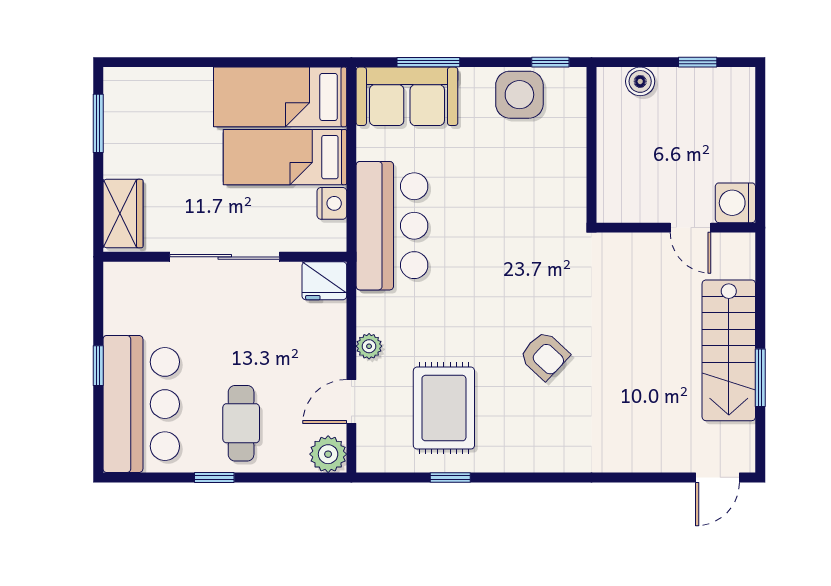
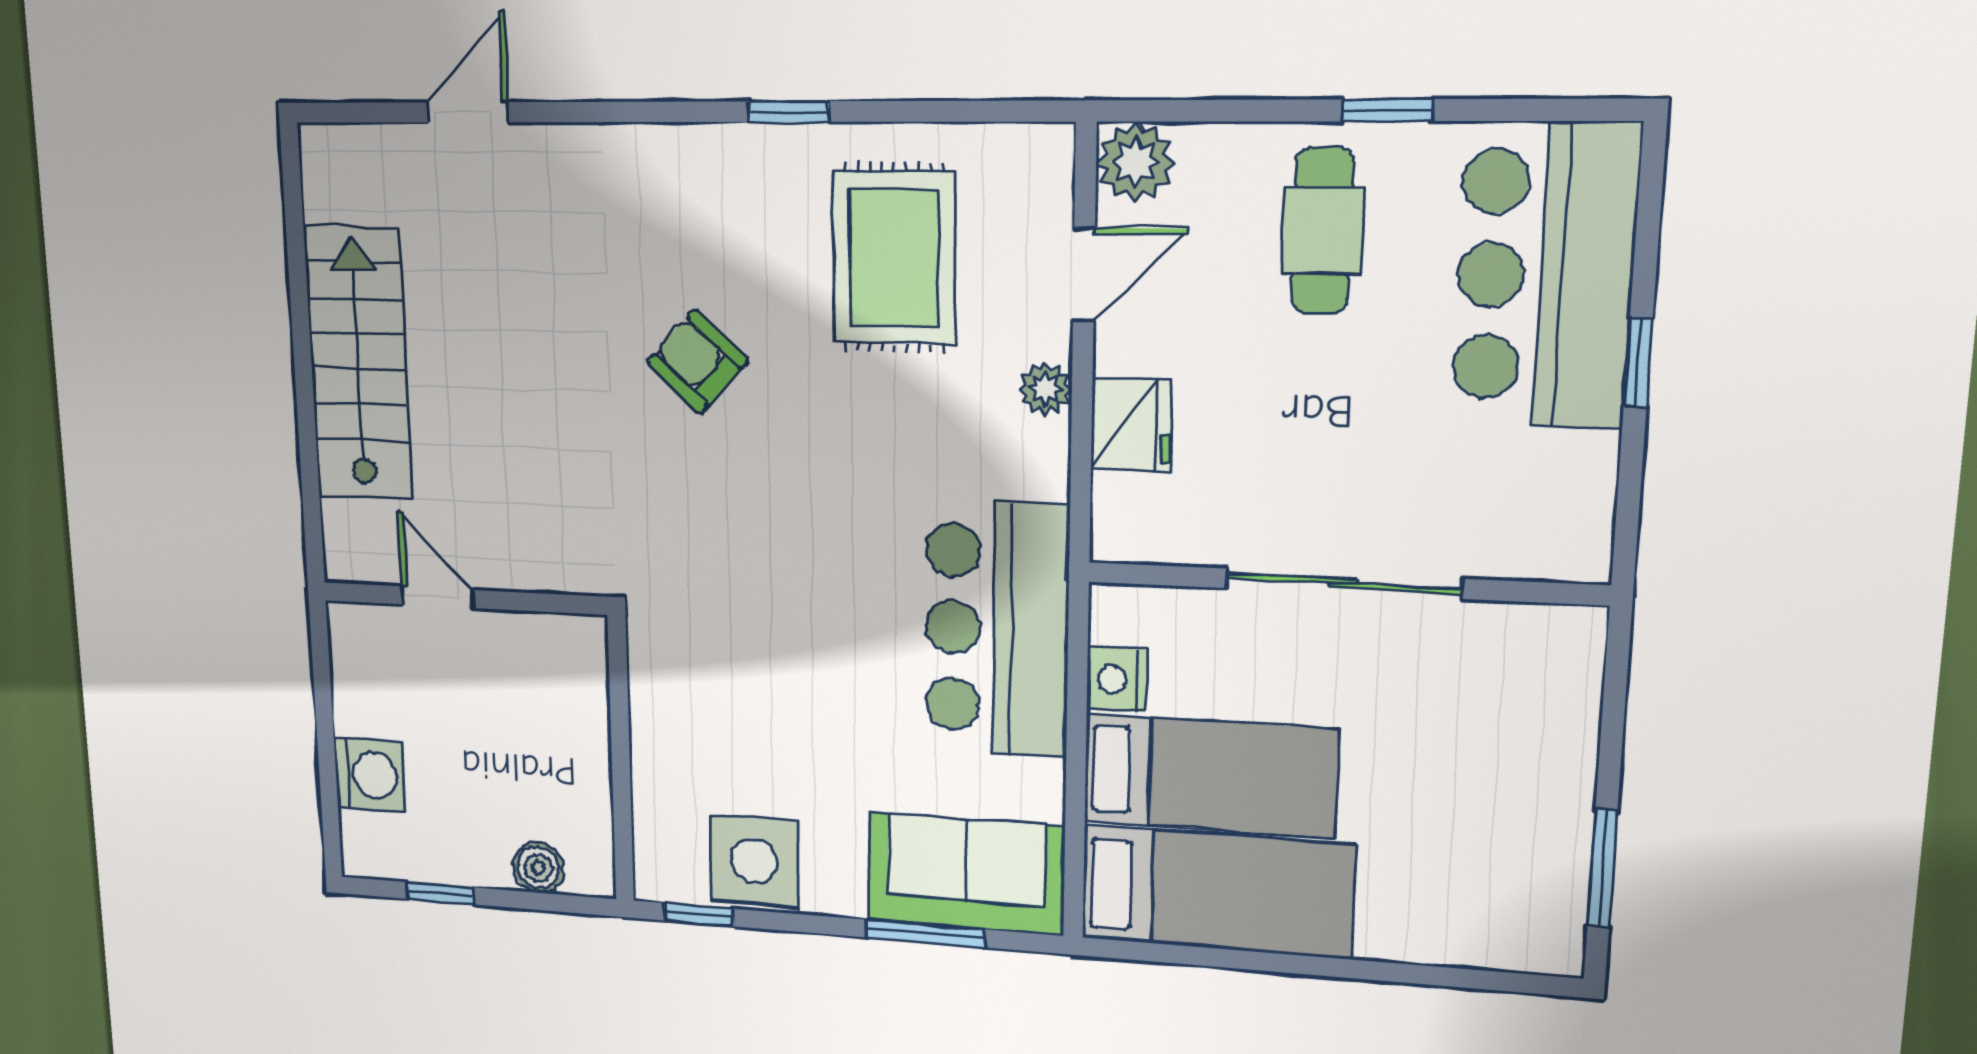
washing machine: (735, 203) -> (370, 775), moved
wardrobe: (123, 214) -> (1560, 683), removed
fridge: (324, 281) -> (1131, 424), moved, turned 90
window: (760, 378) -> (300, 309), removed
window: (450, 477) -> (789, 112), moved
door: (717, 477) -> (468, 112), moved

